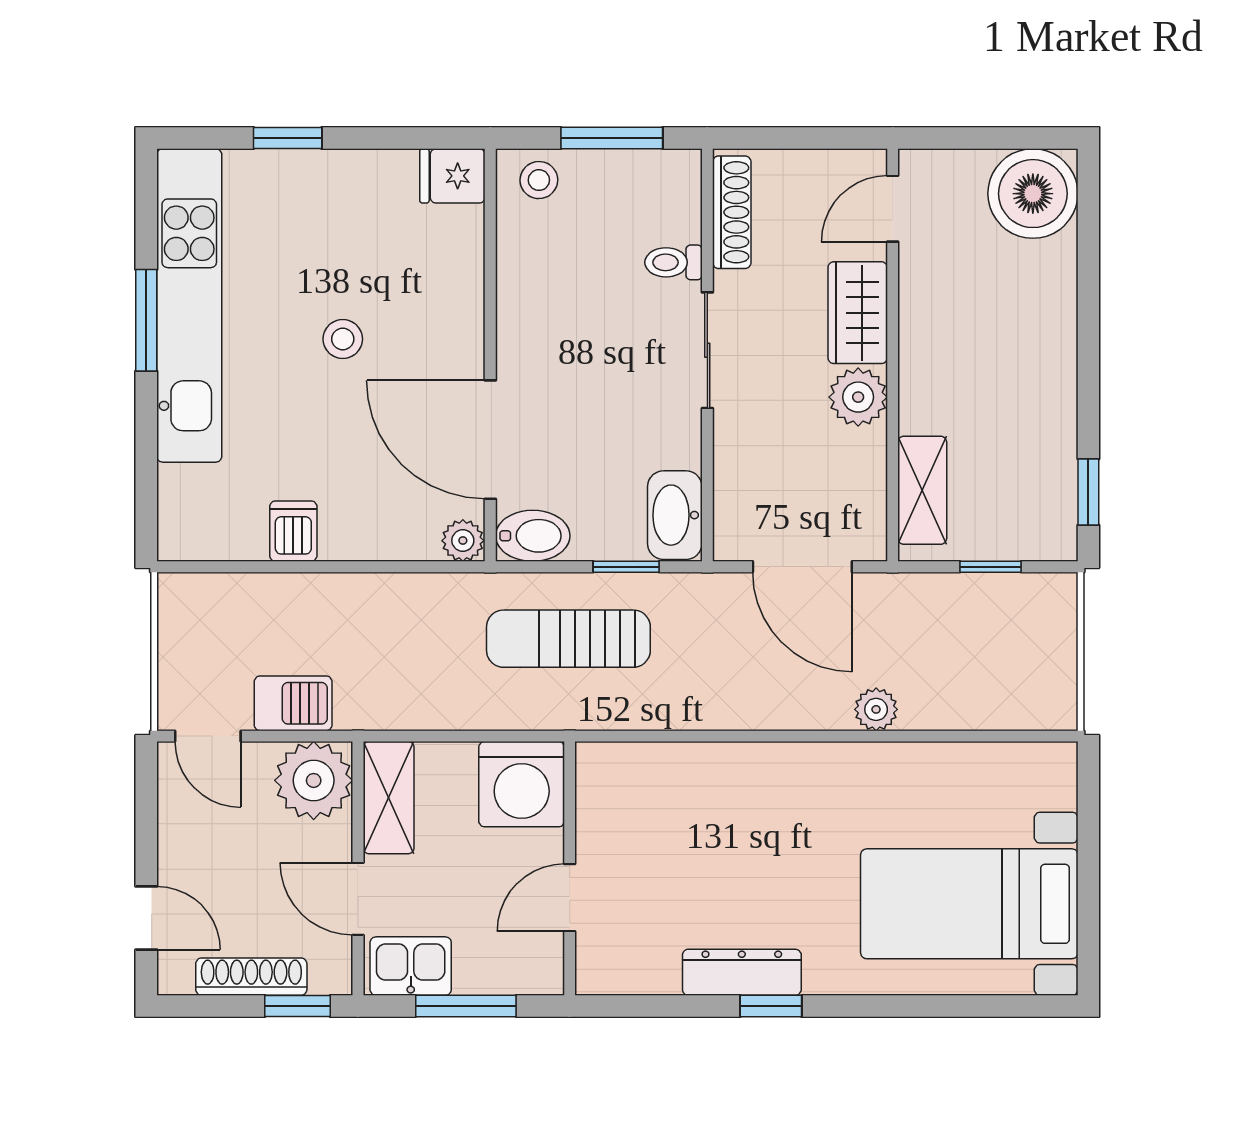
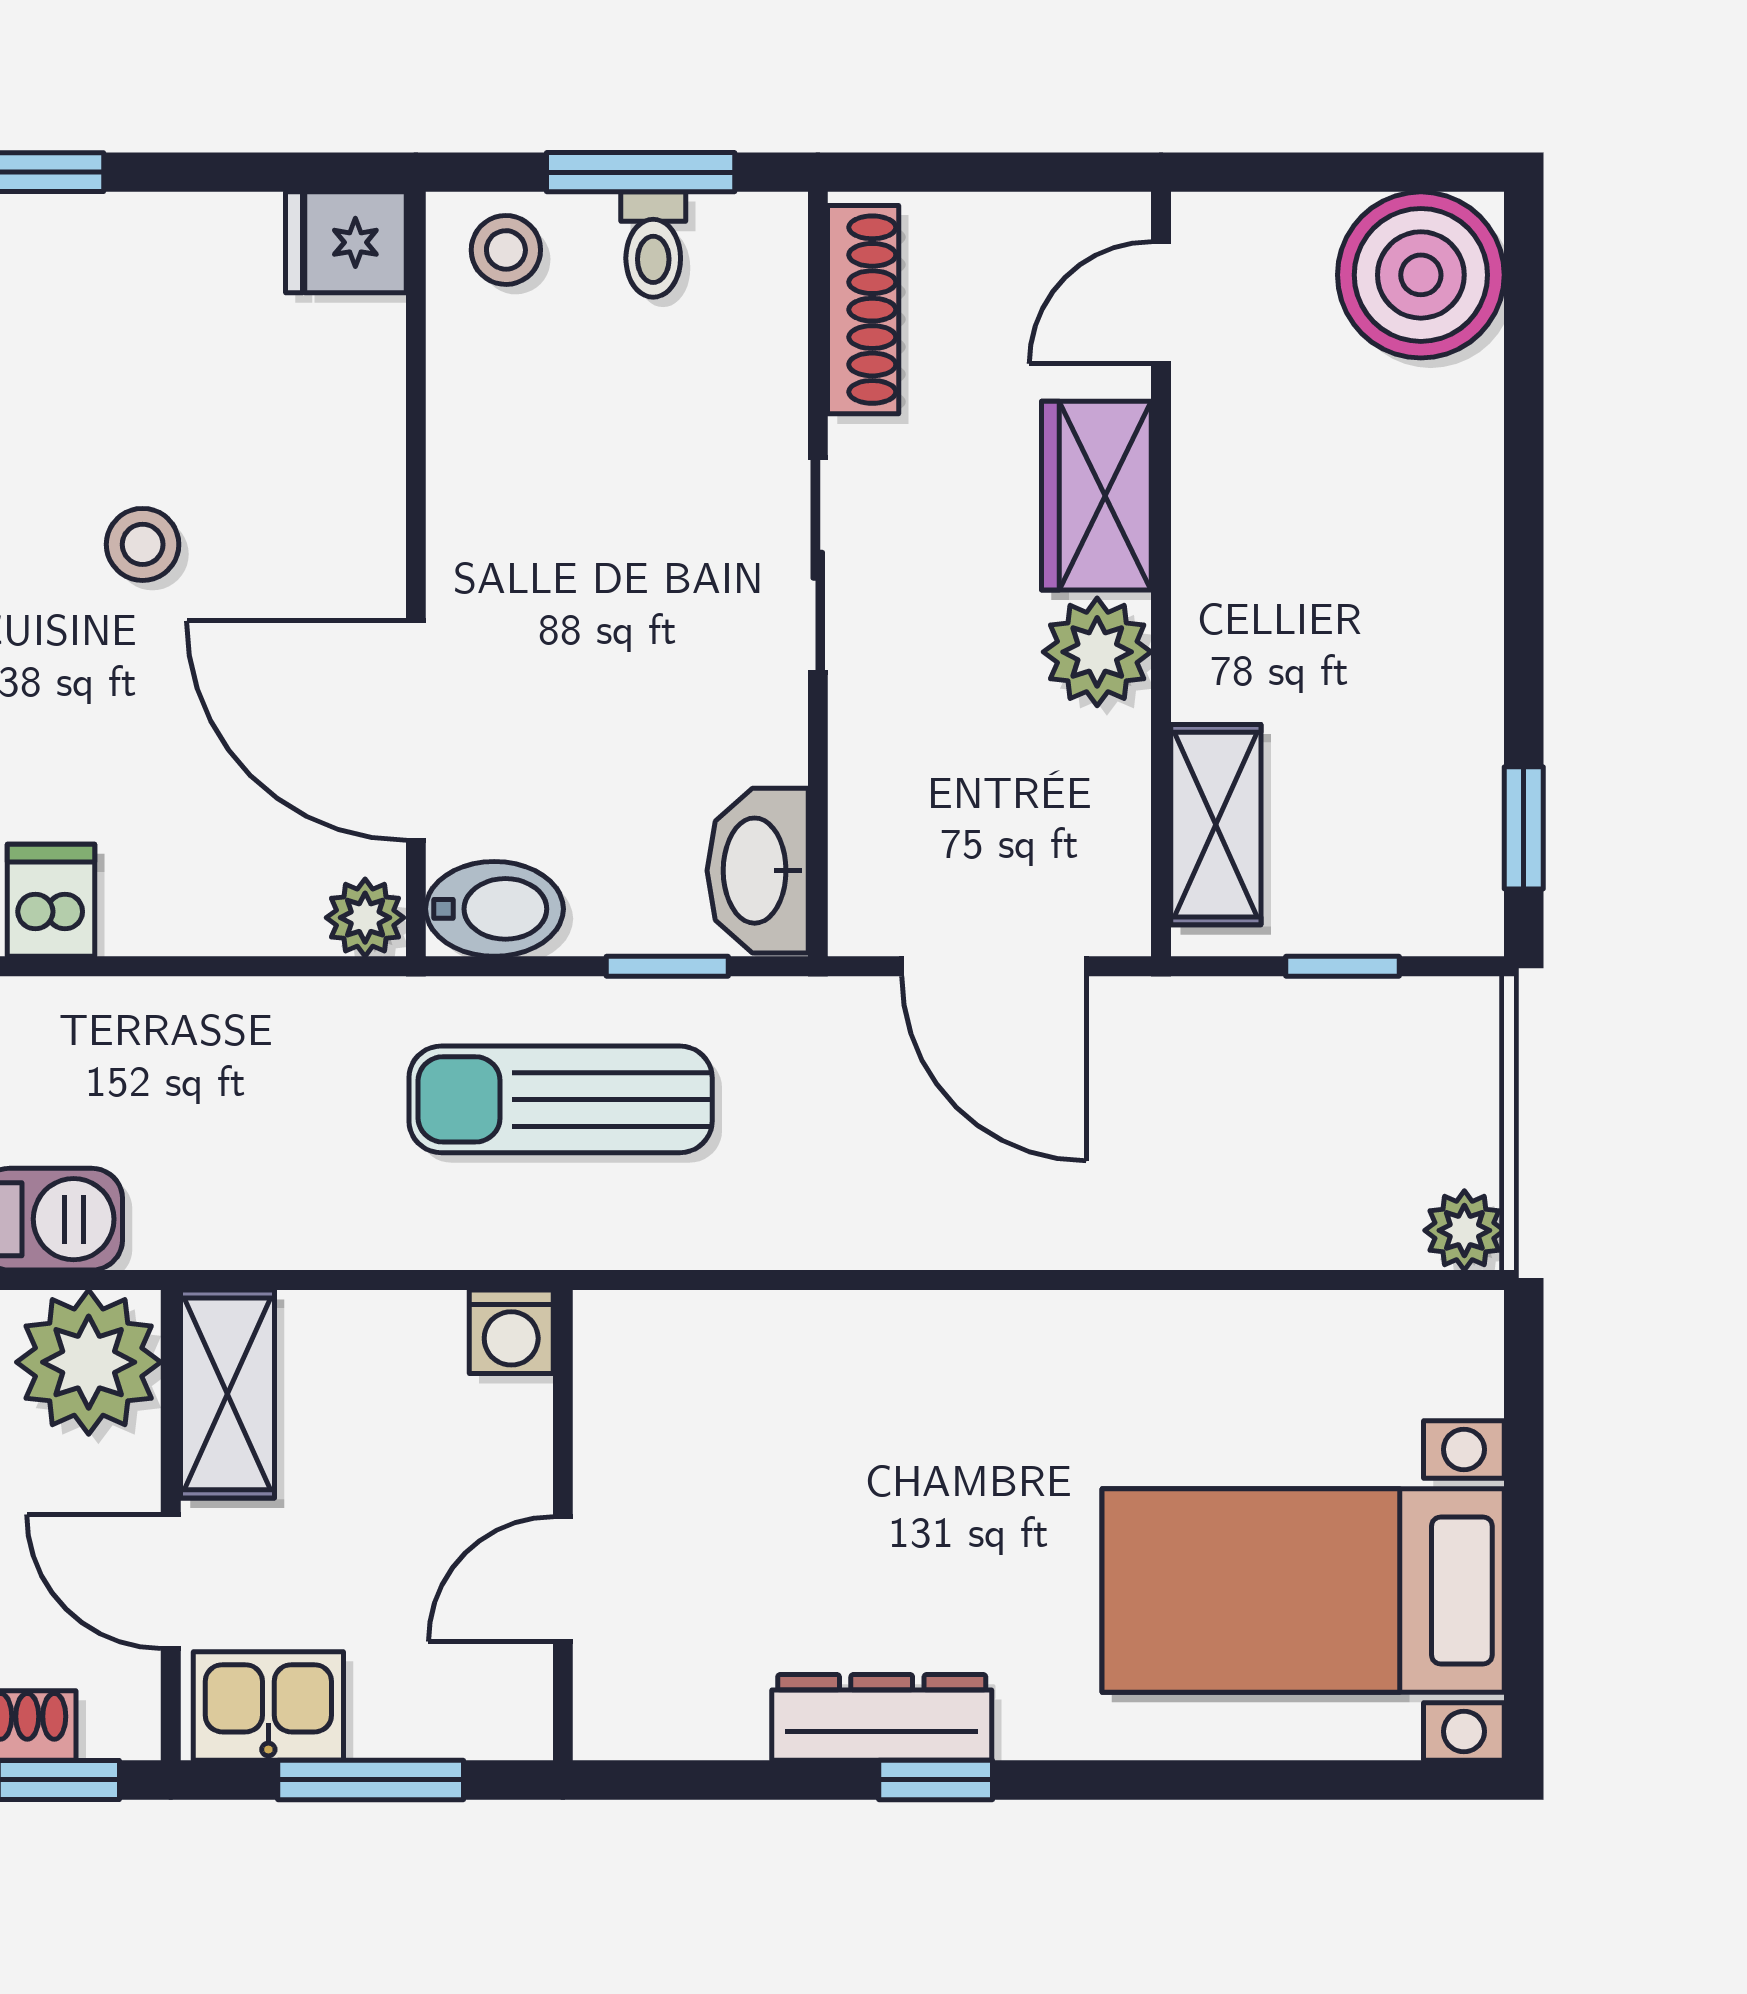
toilet: (673, 262) -> (653, 245), moved, turned -90
plant: (876, 709) -> (1464, 1230), moved
washing machine: (522, 784) -> (511, 1332), width x0.53, depth x0.53

